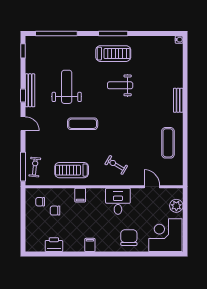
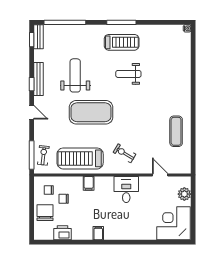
bench: (178, 100) -> (39, 37), moved
exercise mat: (83, 124) -> (91, 112), width x2.00, depth x1.45
treadmill: (72, 170) -> (80, 158), width x1.37, depth x1.38
chair: (129, 238) -> (45, 213), moved

